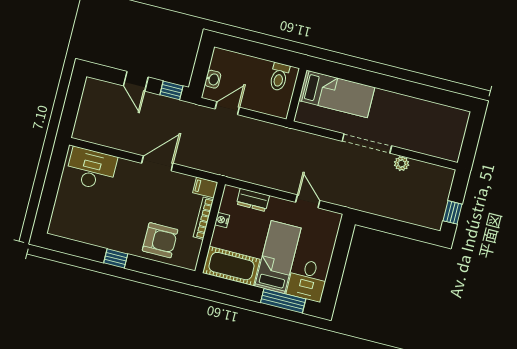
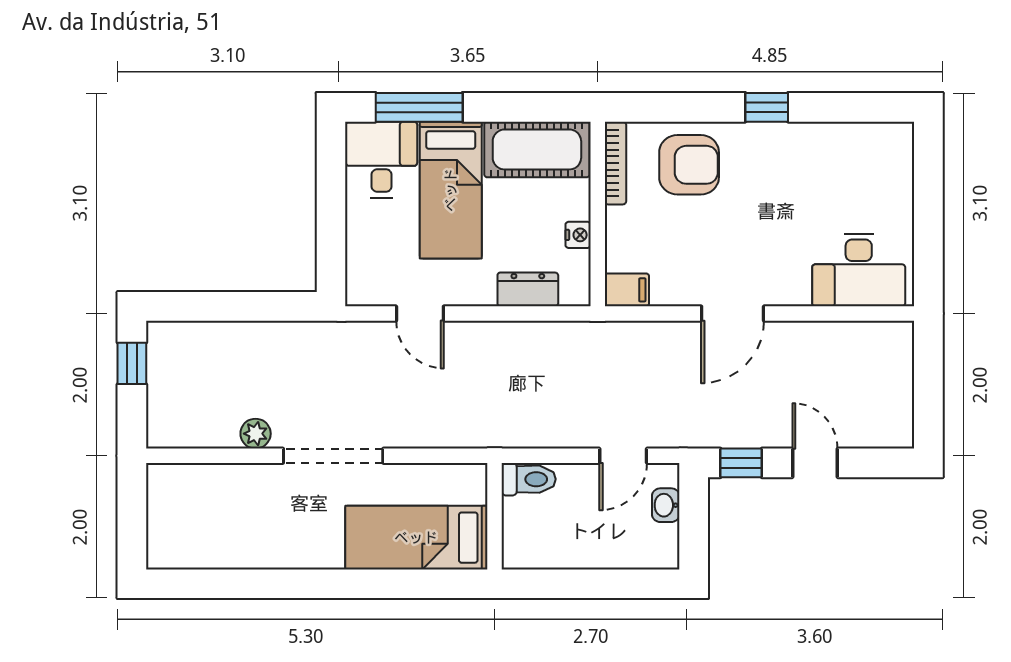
toilet: (279, 77) -> (529, 479), moved, turned 90
bookcase: (203, 218) -> (615, 163), moved
armchair: (160, 240) -> (689, 165), turned 180

